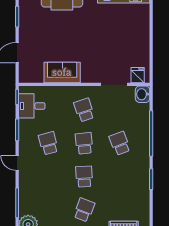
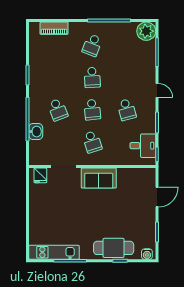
sofa: (62, 72) -> (99, 178), moved
washbasin: (143, 94) -> (36, 132), moved

